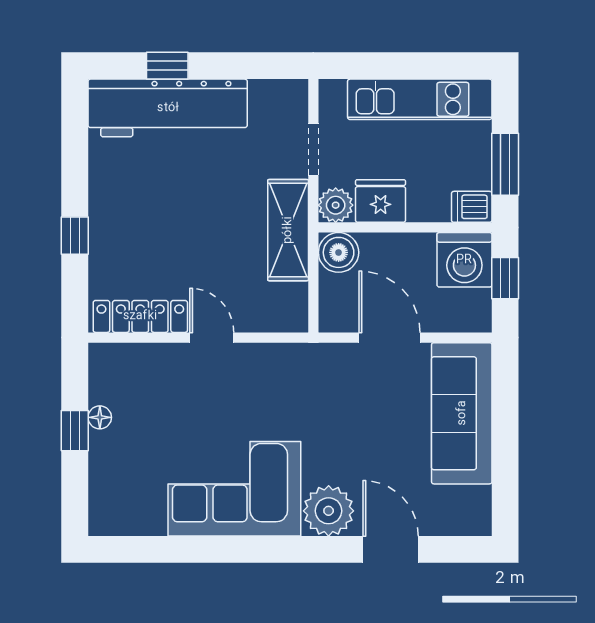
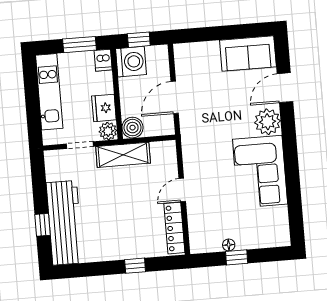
sofa: (462, 413) -> (248, 53), moved, width x0.73

